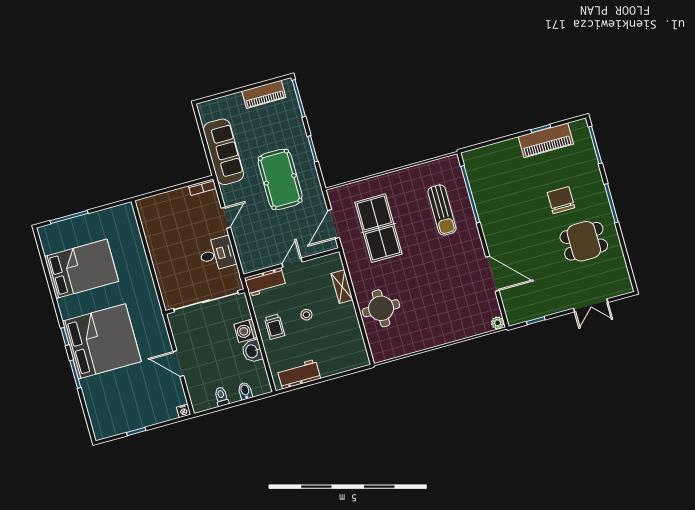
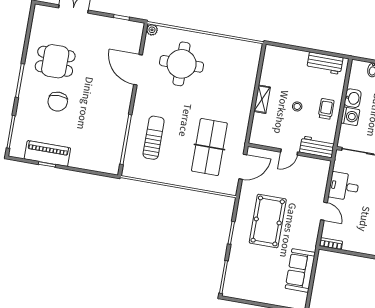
piano: (264, 94) -> (249, 293), removed
sofa: (223, 152) -> (300, 270), width x0.73
door: (226, 218) -> (324, 211), swing flipped
shelving: (342, 287) -> (262, 99), moved
round table: (381, 308) -> (182, 64), moved, width x1.36, depth x1.36

